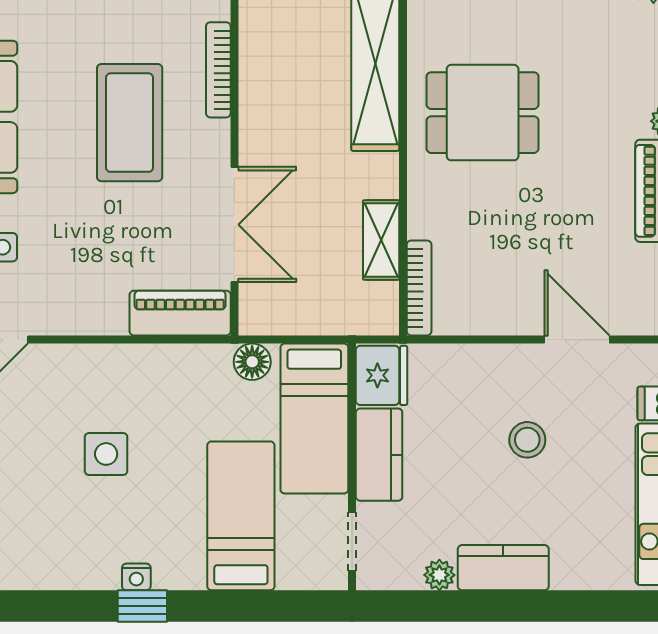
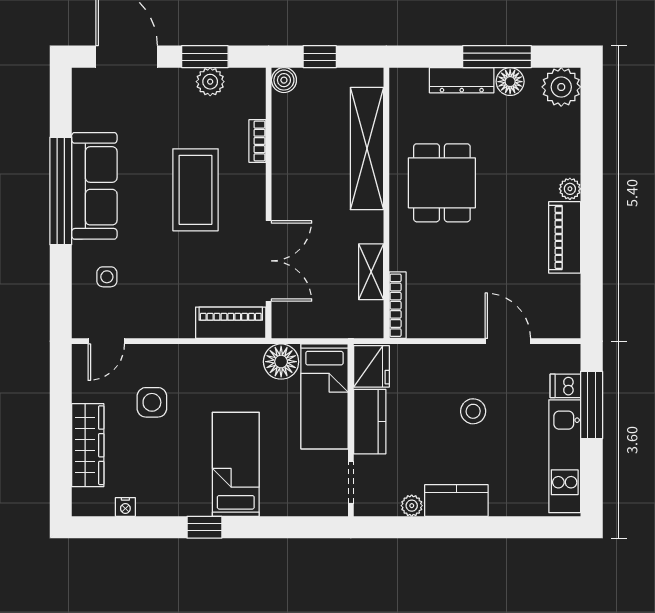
bookcase: (218, 70) -> (257, 141), width x0.64
dining table: (483, 113) -> (442, 183), turned 90
floor lamp: (252, 362) -> (281, 362), width x1.38, depth x1.38
side table: (106, 454) -> (152, 402), moved
bed: (241, 516) -> (236, 464), moved
nightstand: (136, 577) -> (125, 507), moved

